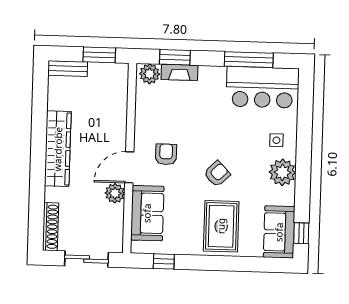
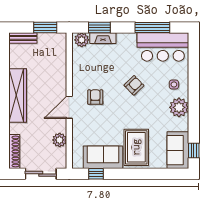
armchair: (217, 174) -> (134, 85), moved
plant: (115, 193) -> (60, 140), moved
sofa: (147, 213) -> (103, 157), moved, turned -90

